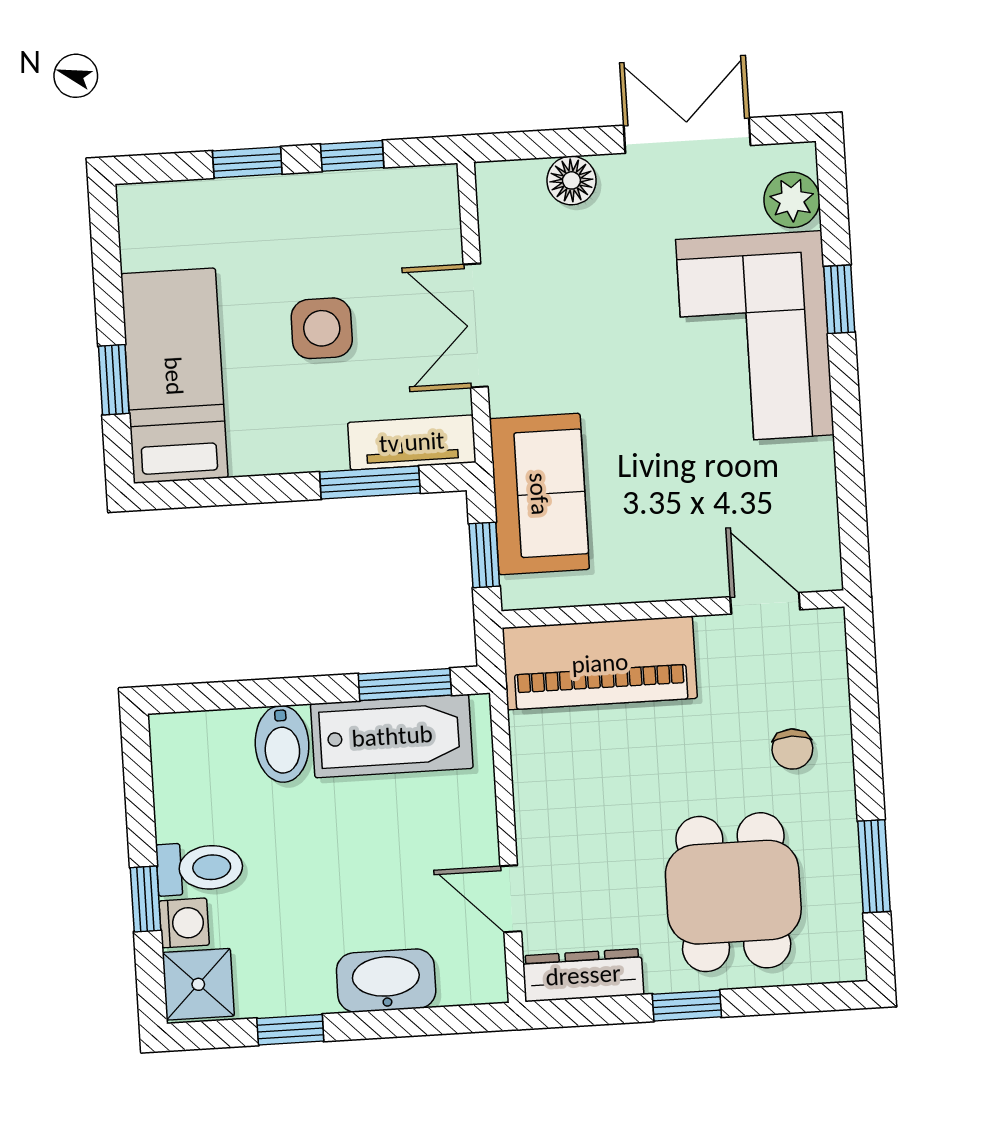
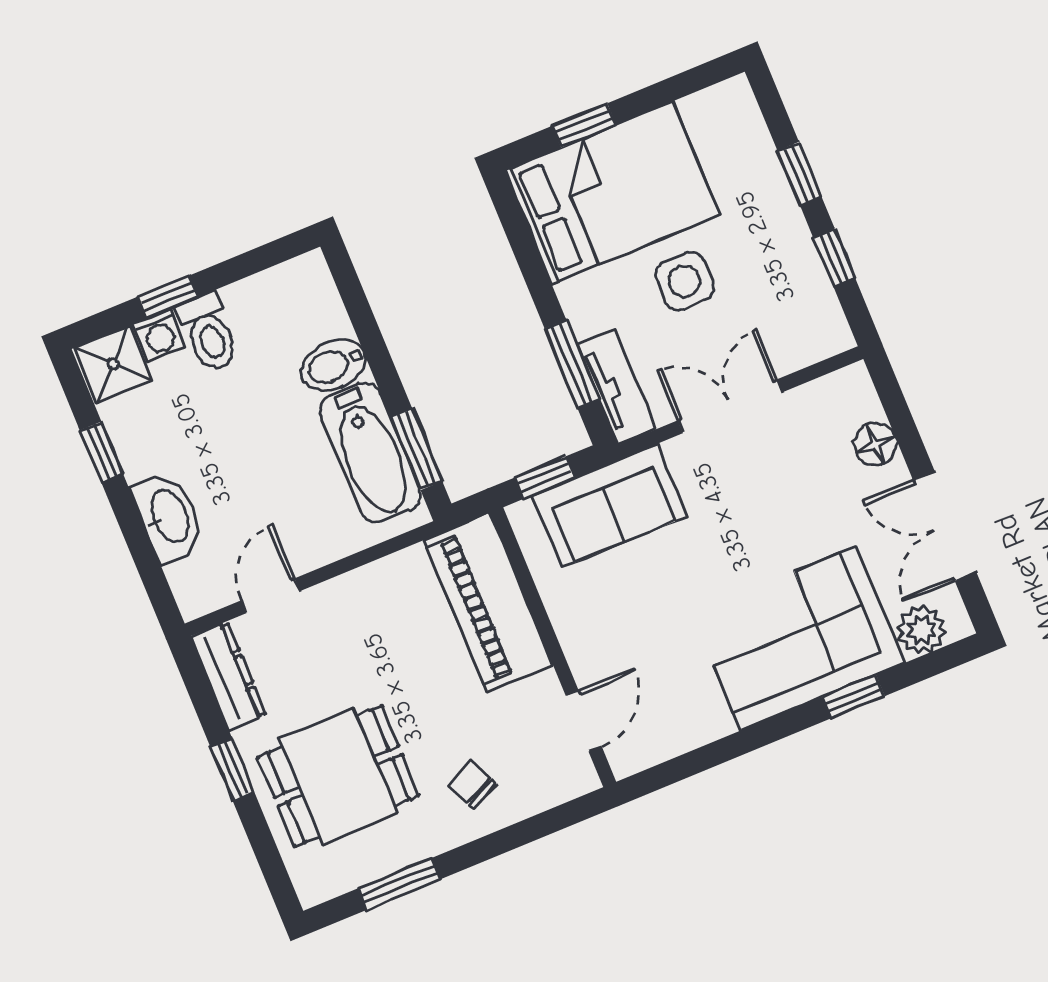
double door: (687, 135) -> (945, 526), swing flipped
bed: (174, 376) -> (612, 193), width x1.50
chair: (792, 749) -> (472, 784), turned 65

